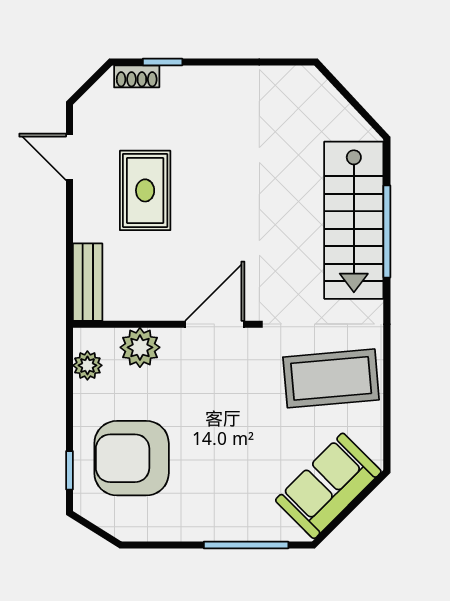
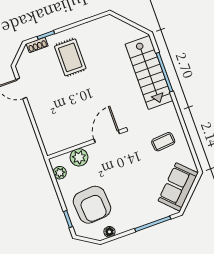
rug: (145, 190) -> (70, 57), moved
bench: (88, 282) -> (47, 138), removed
coffee table: (331, 378) -> (163, 142), width x0.54, depth x0.58
armchair: (132, 458) -> (92, 205), turned -94
floor lamp: (148, 529) -> (109, 232), added

